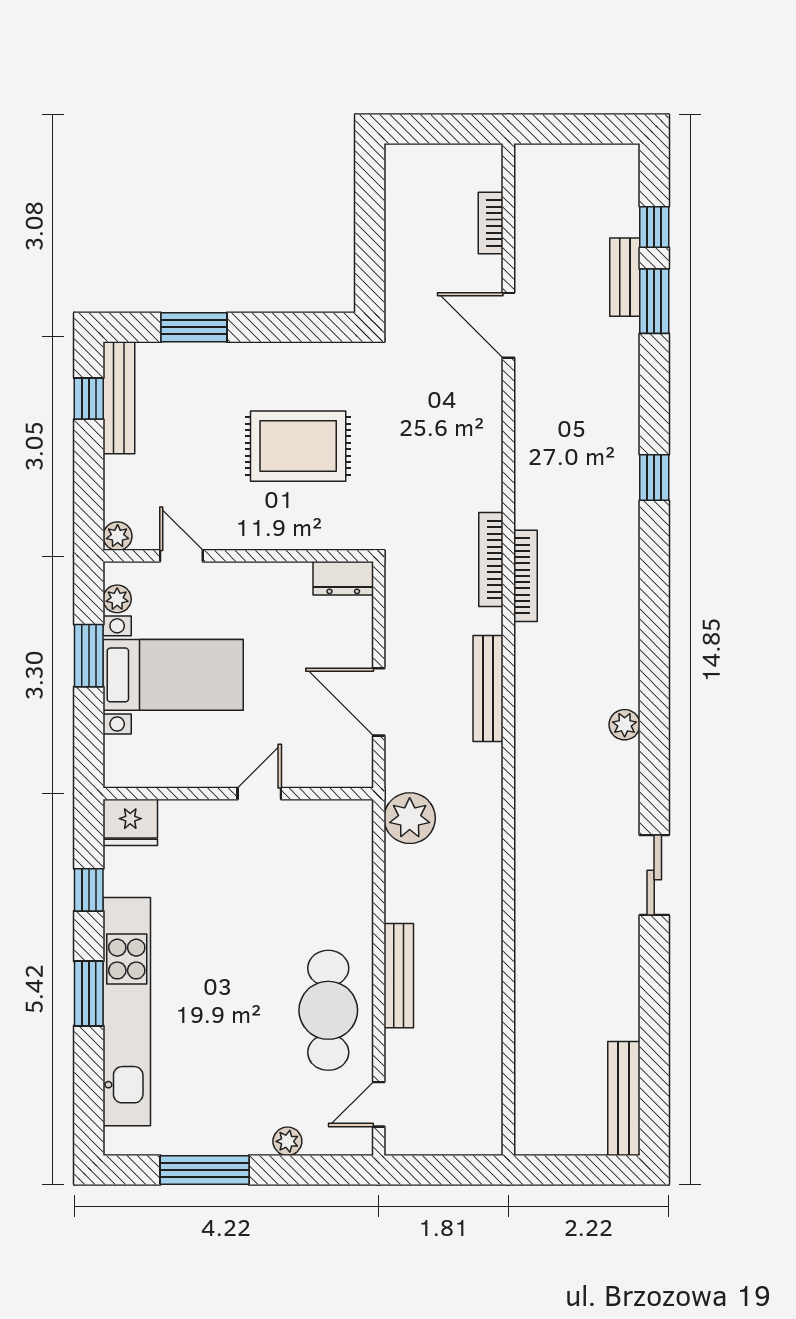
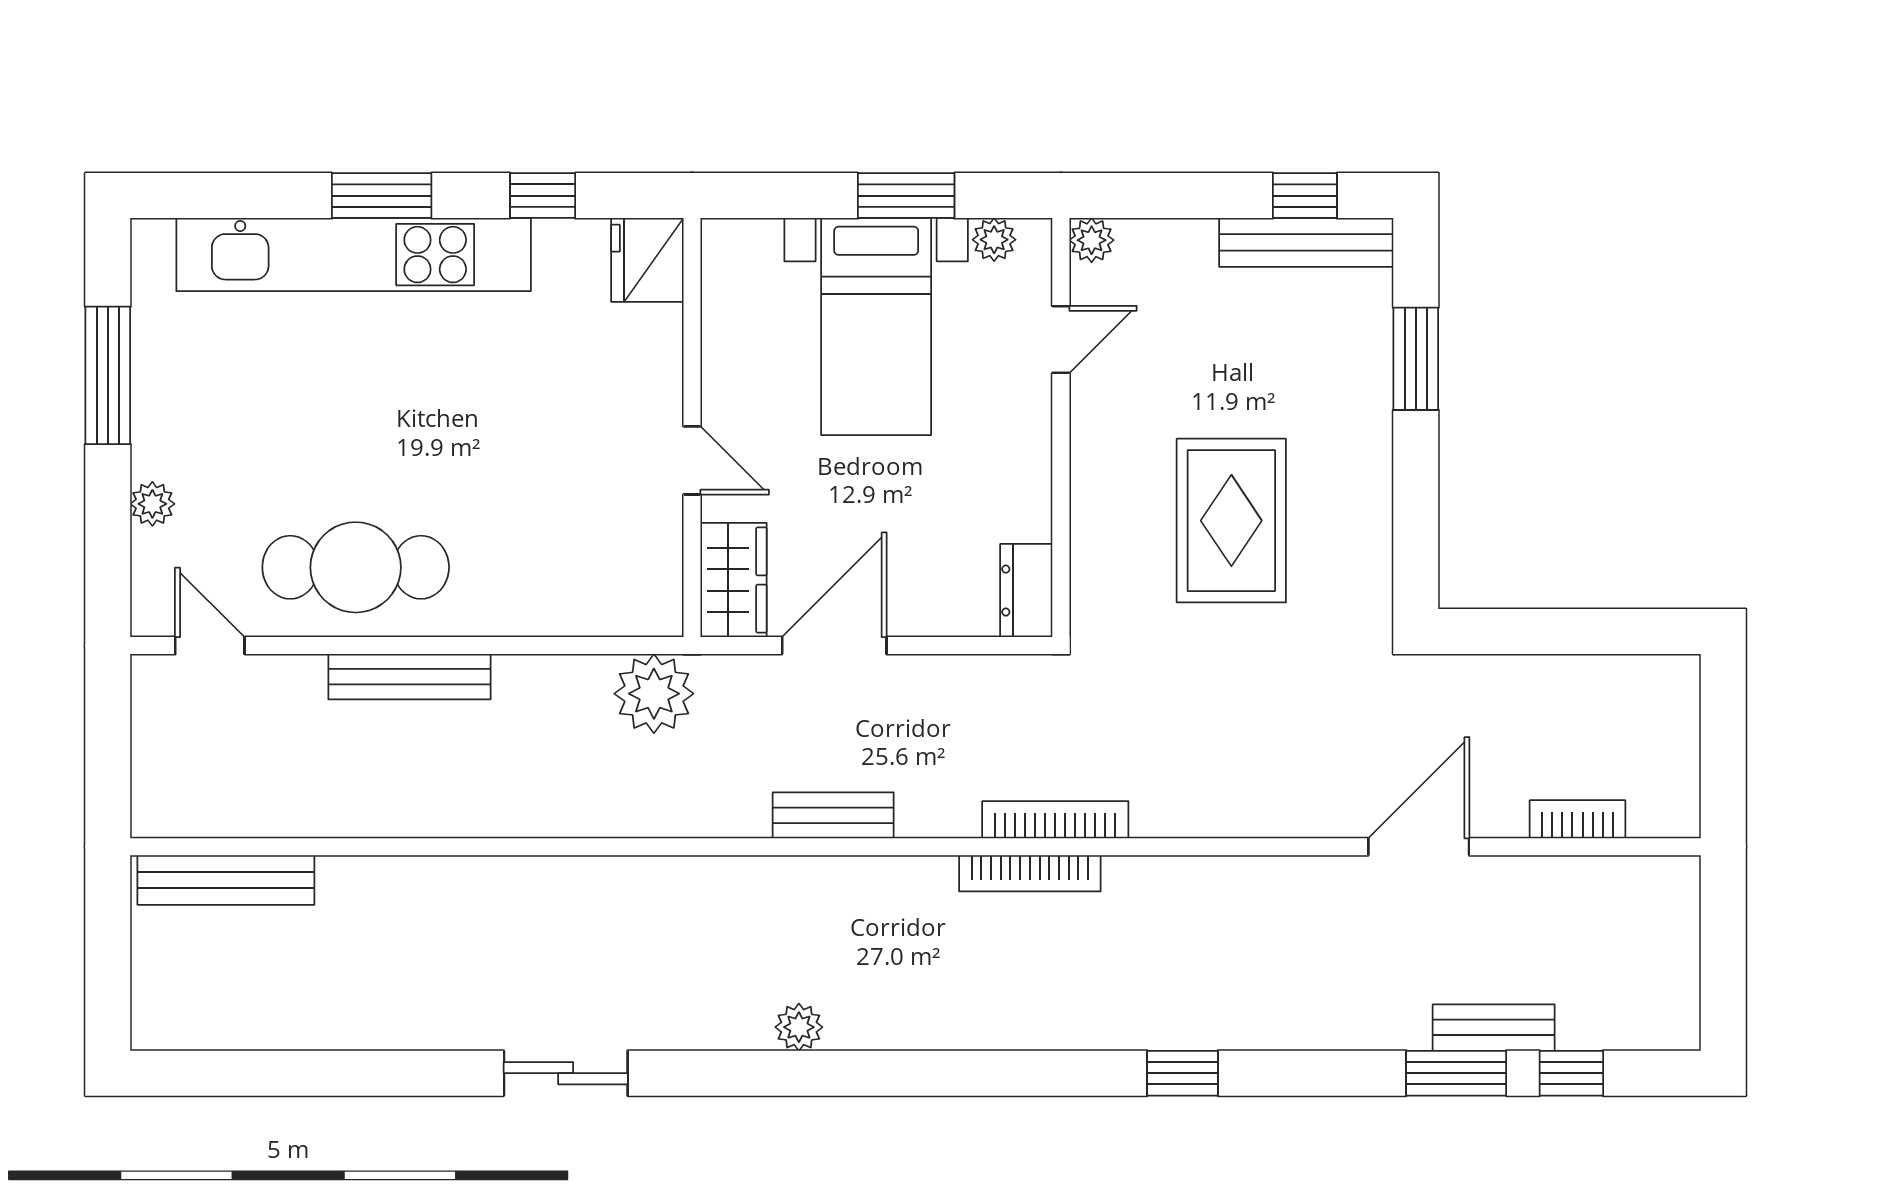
bench: (488, 688) -> (833, 815), width x0.73
wardrobe: (336, 767) -> (734, 580), added
bench: (624, 1099) -> (226, 880), moved

